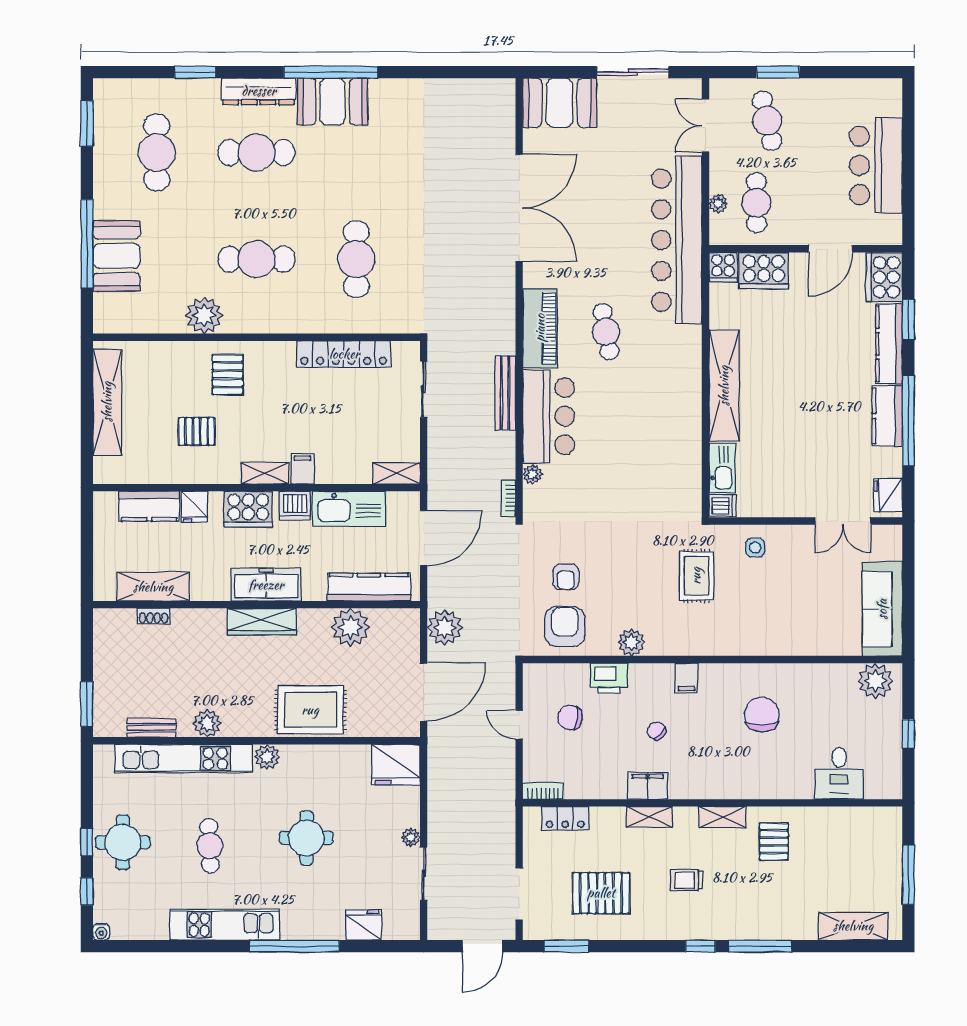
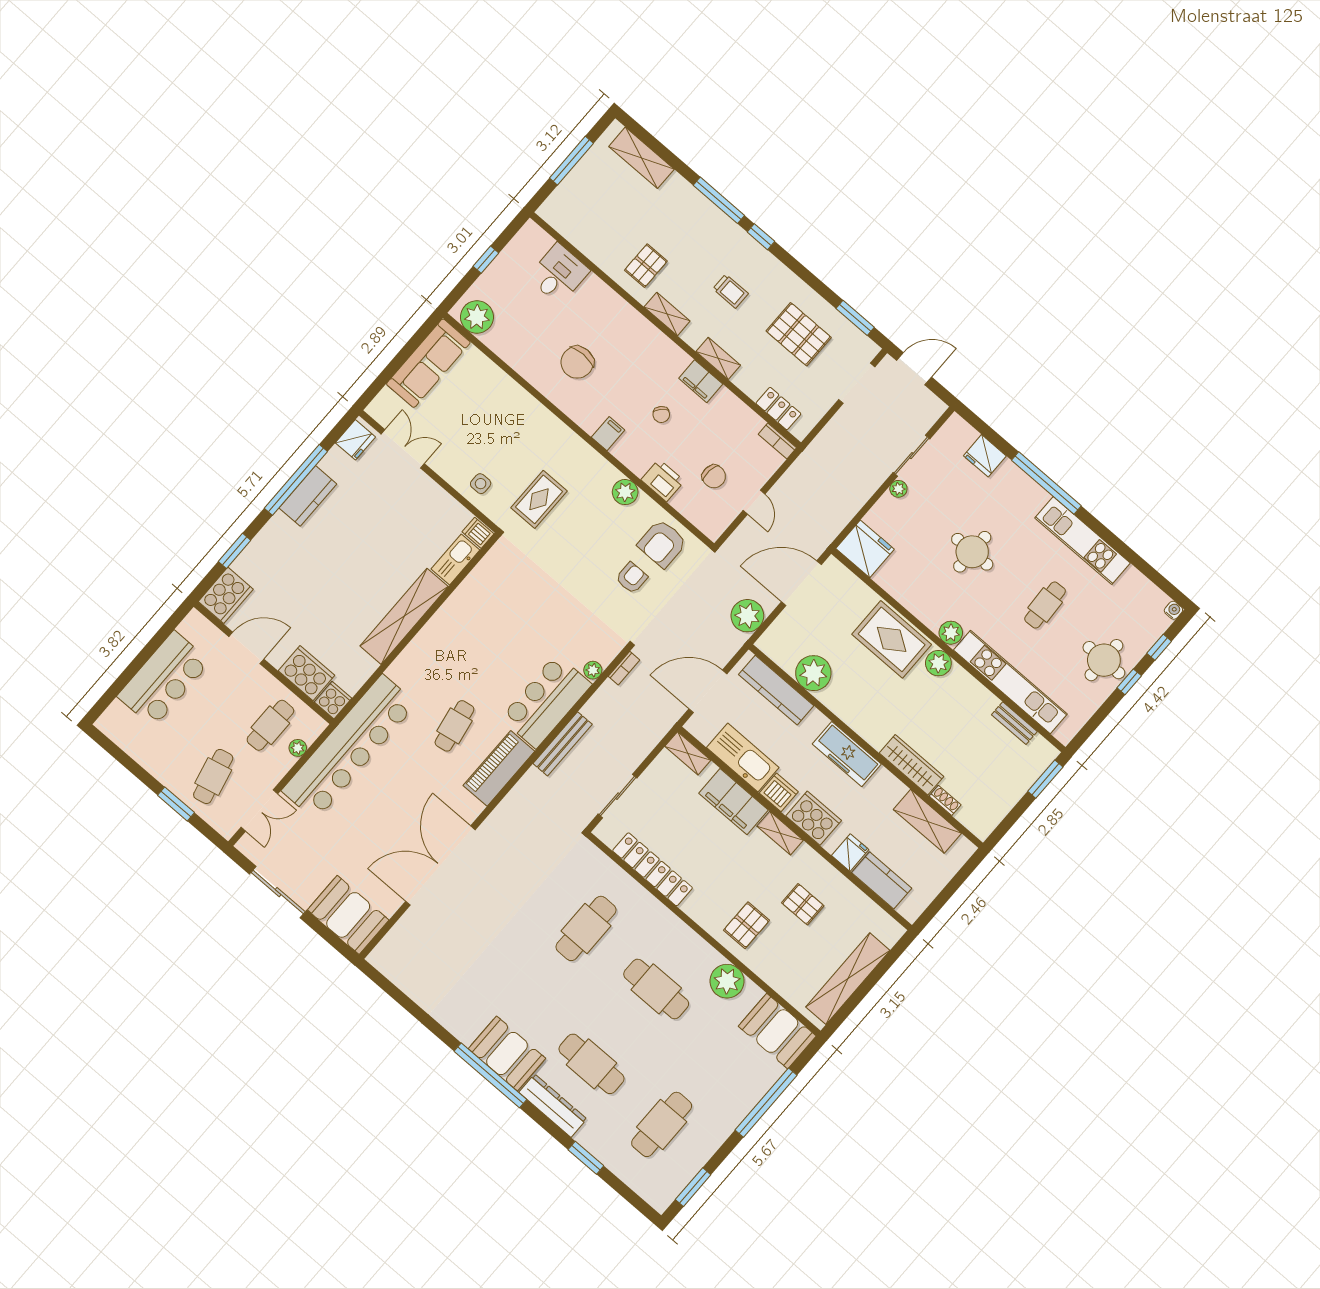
booth: (117, 256) -> (777, 1031), moved, turned 90
kitchen counter: (889, 344) -> (263, 546), removed
filing cabinet: (302, 469) -> (734, 802), width x3.00, depth x1.17
wardrobe: (262, 622) -> (911, 765), moved
plant: (207, 723) -> (938, 663), moved

